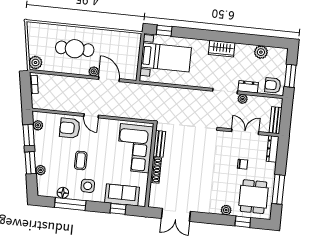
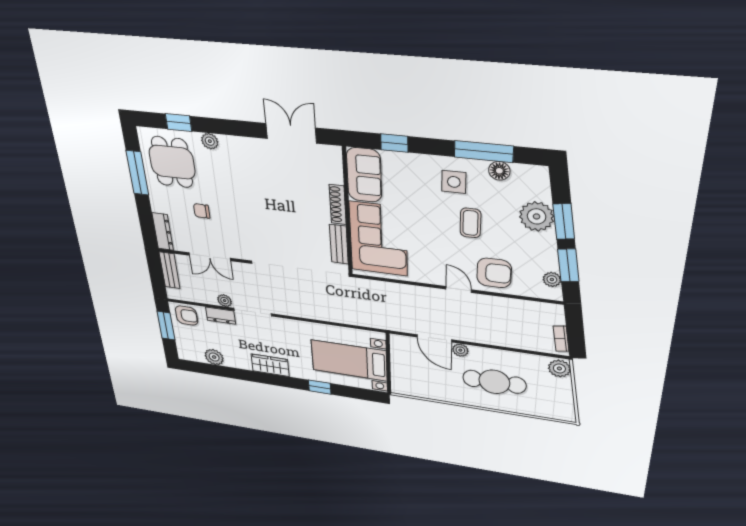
window: (164, 31) -> (320, 387), moved
plant: (41, 170) -> (537, 216), width x1.87, depth x1.87
sofa: (122, 195) -> (364, 175), moved, turned -90

